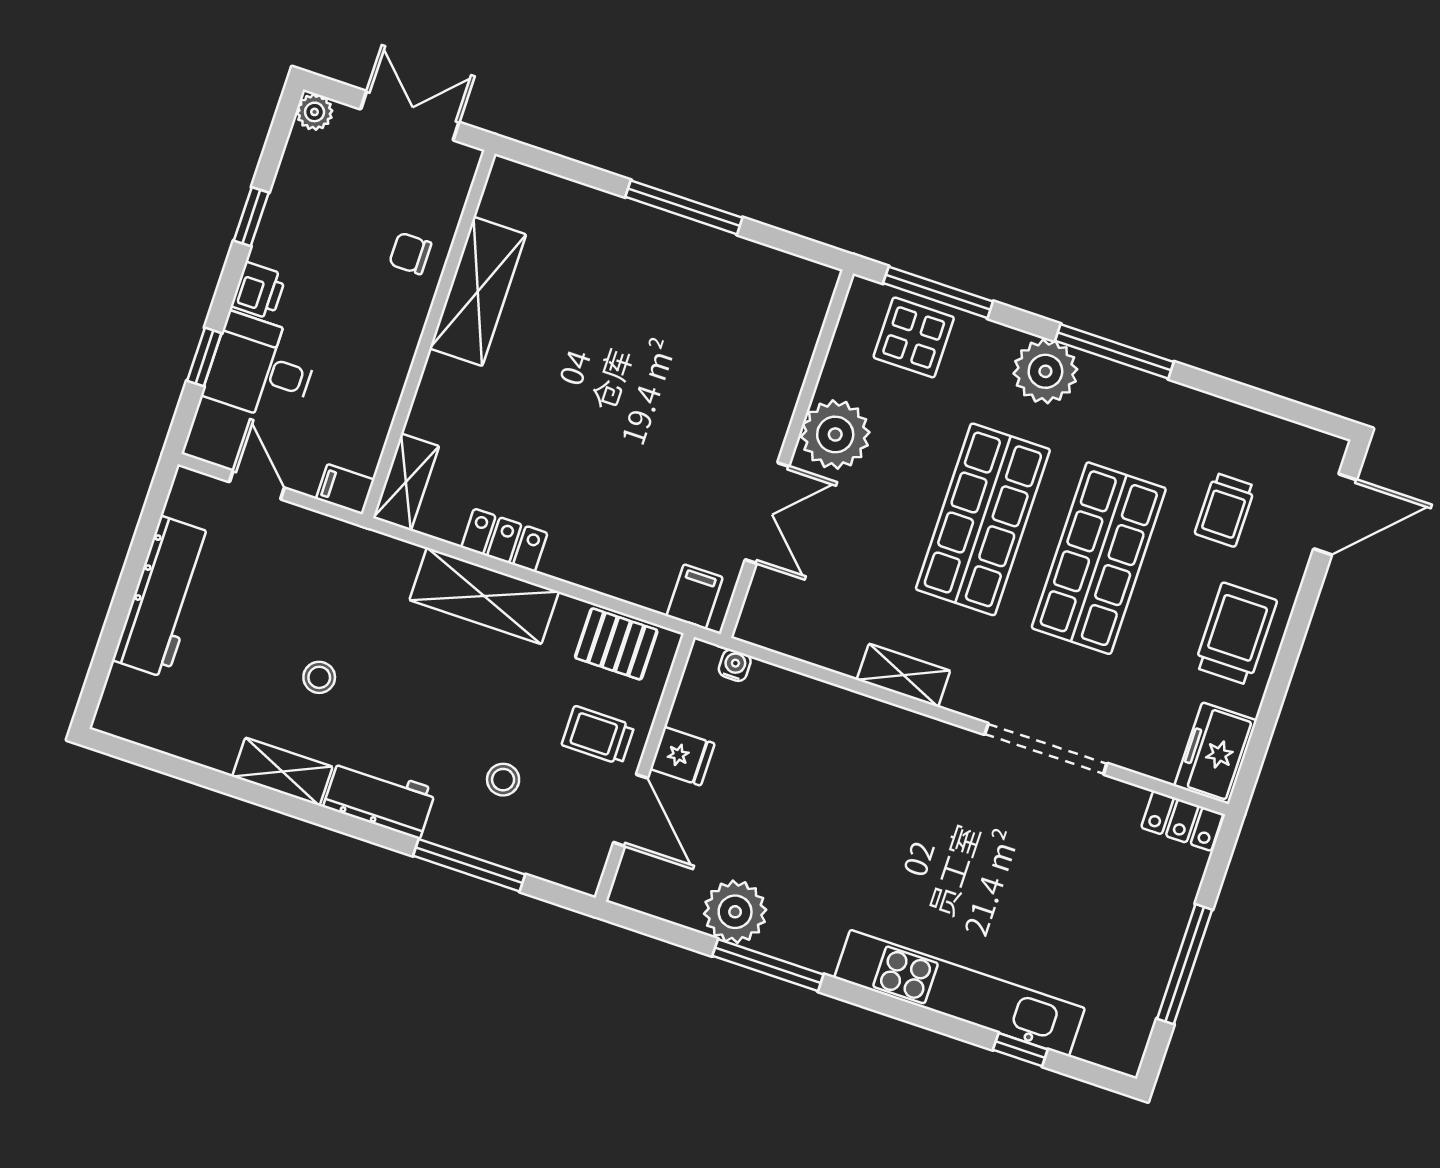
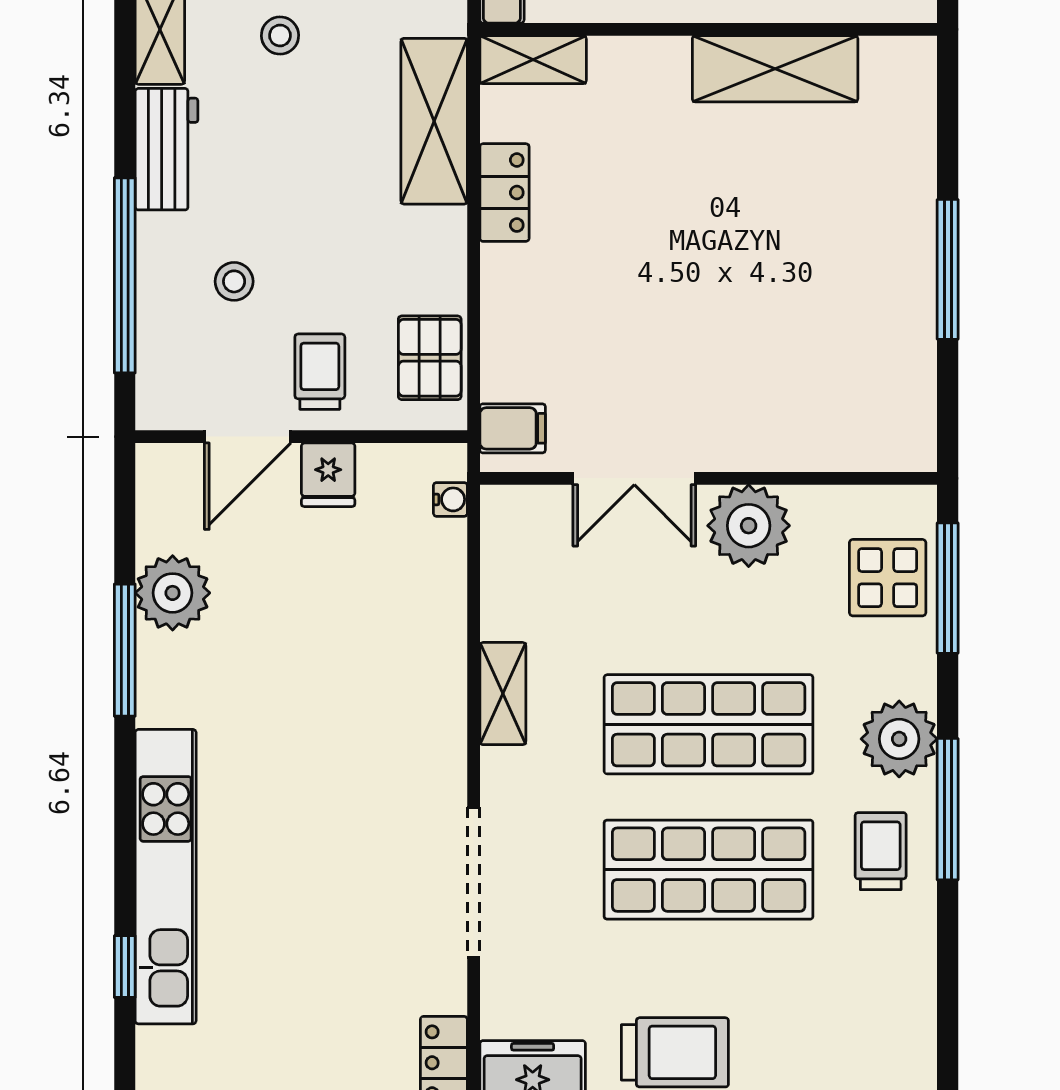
trolley: (1225, 510) -> (881, 851), moved, turned 90
shelving: (484, 596) -> (434, 121), moved
window: (469, 865) -> (125, 275), width x1.46

